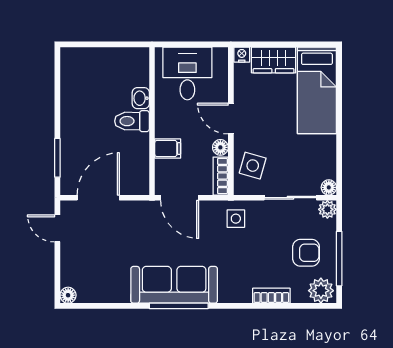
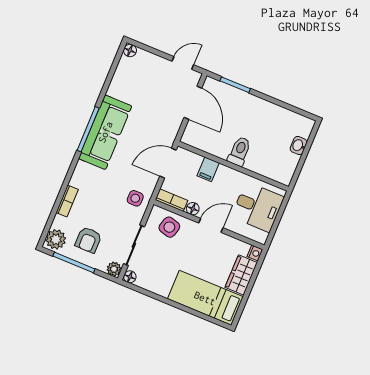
washbasin: (141, 98) -> (299, 146), moved, turned -90

